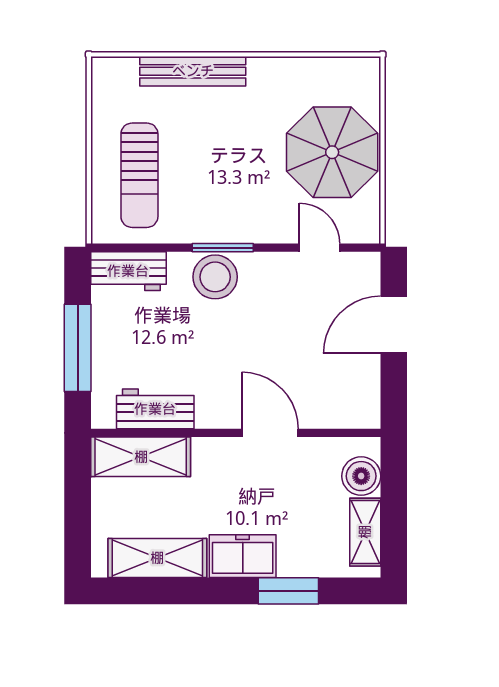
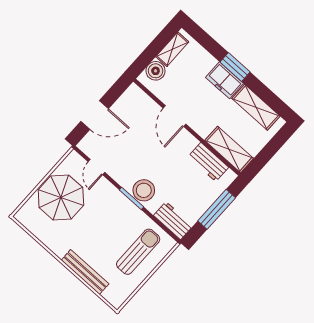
window: (288, 591) -> (235, 67), moved

